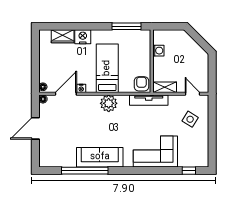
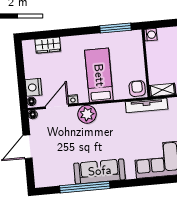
nightstand: (83, 37) -> (33, 87), moved, turned -90
washing machine: (158, 51) -> (151, 35), moved
plant: (109, 103) -> (87, 114), moved

